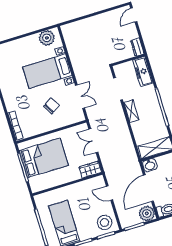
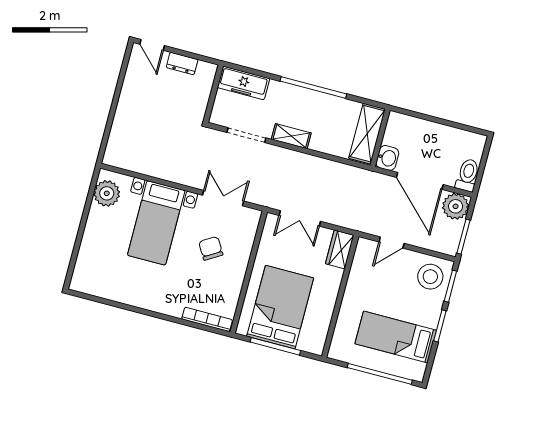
dresser: (137, 47) -> (182, 64), moved

